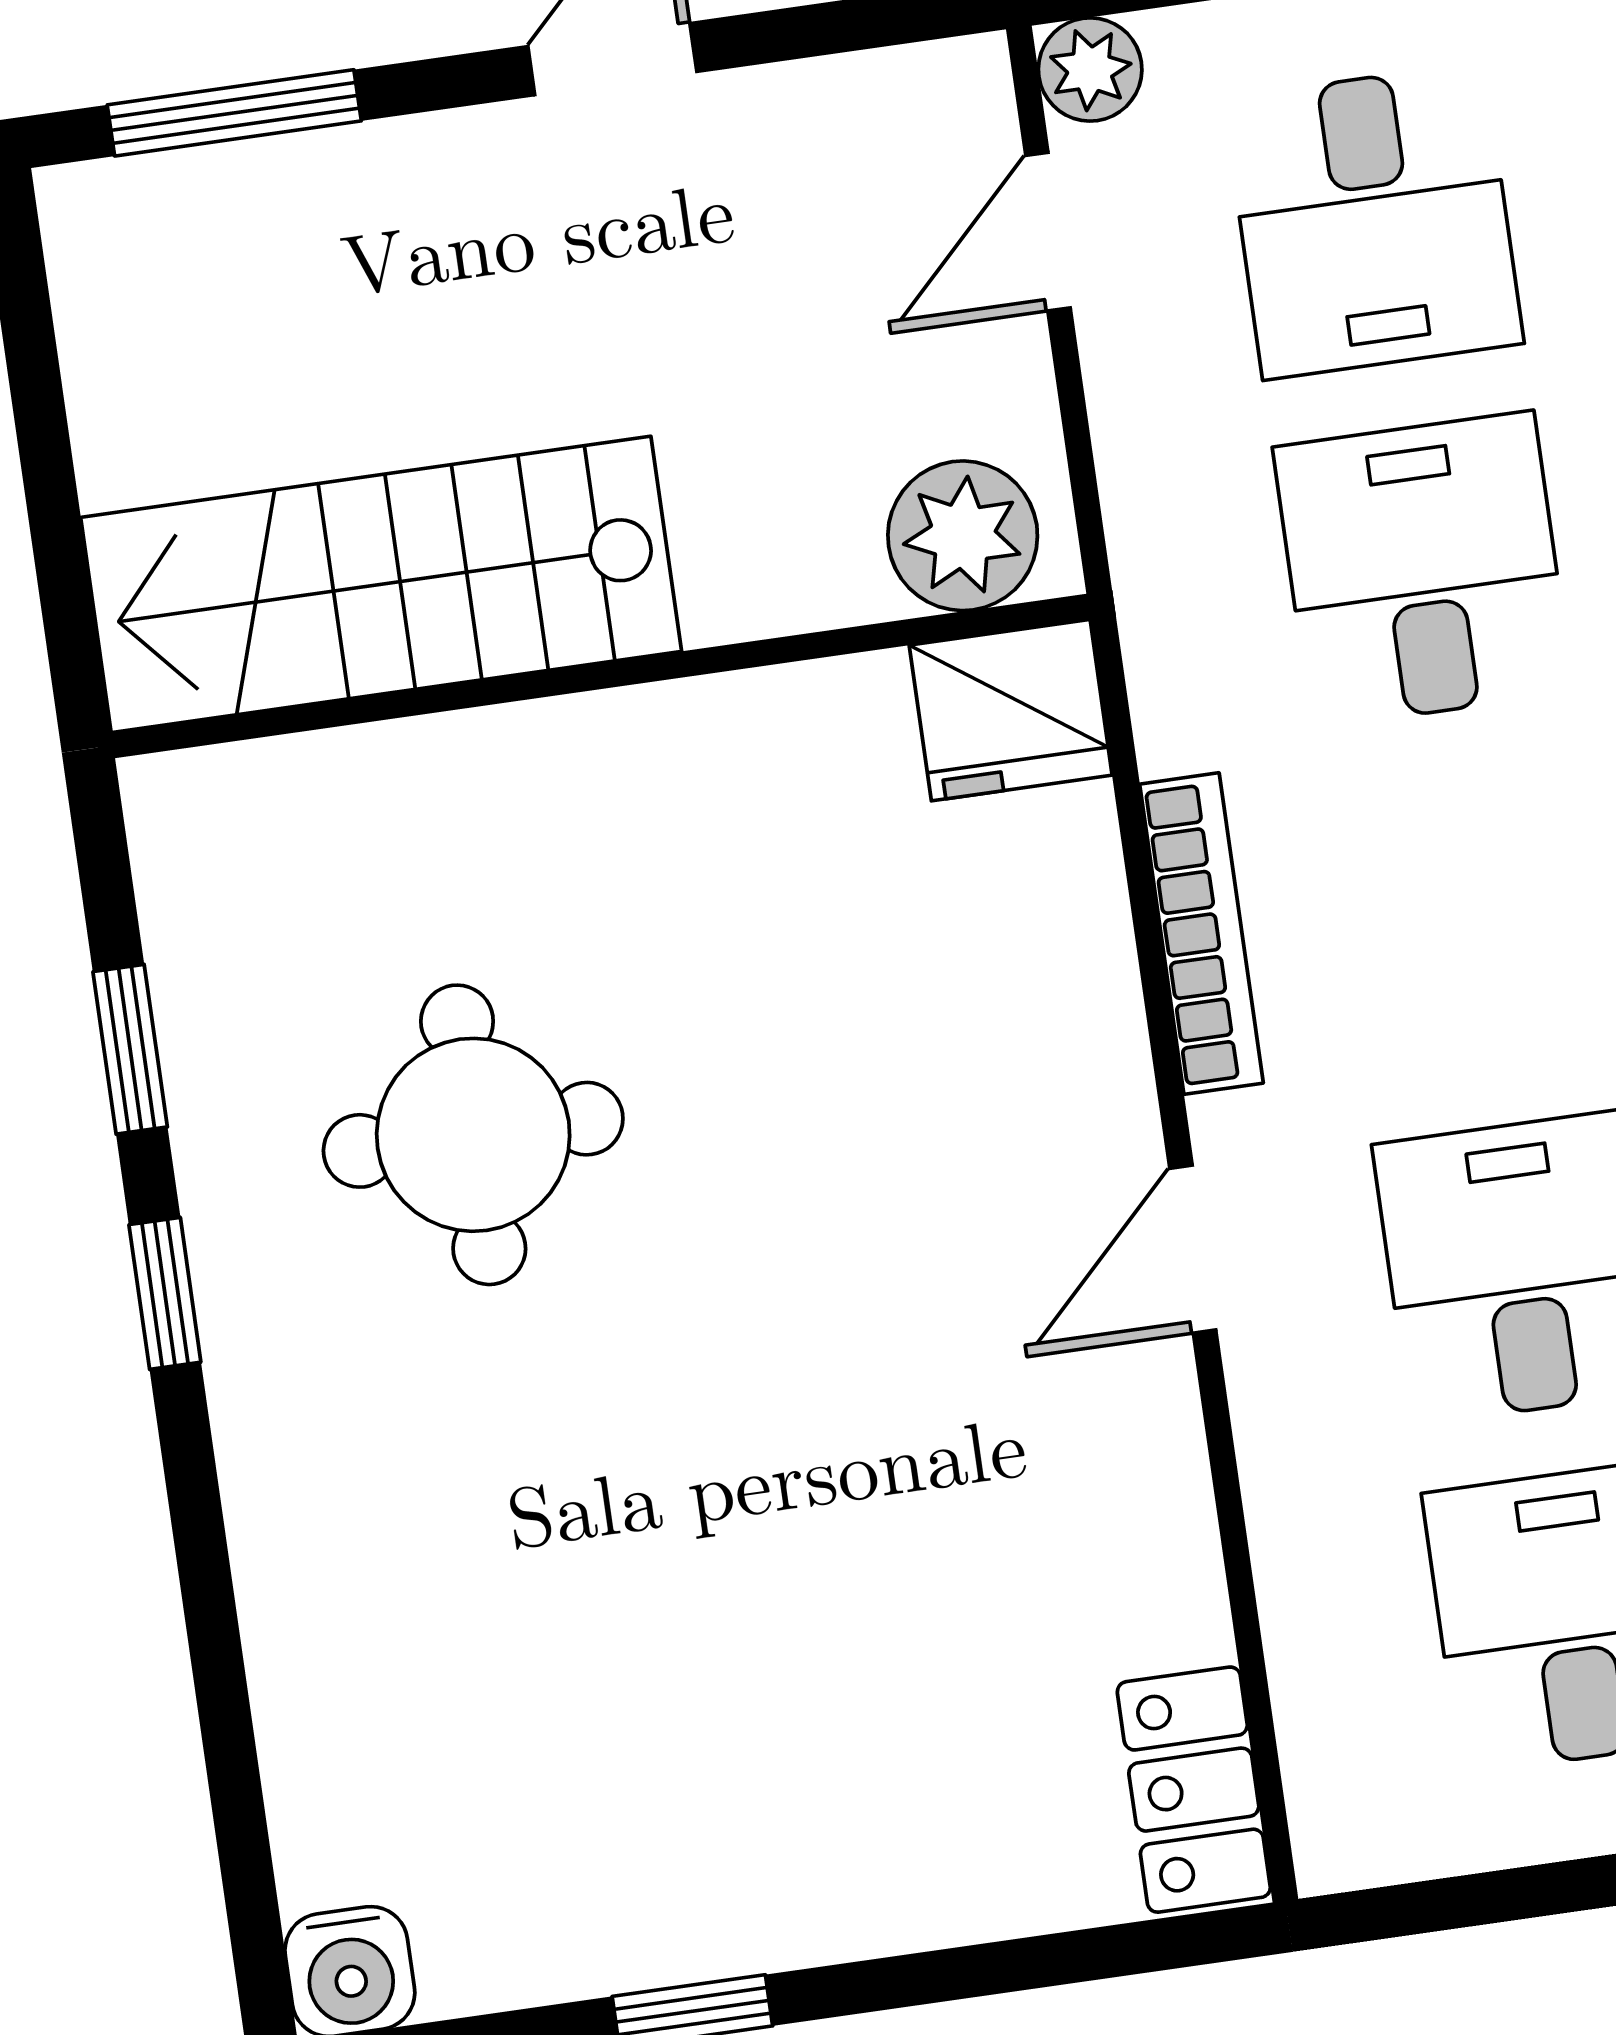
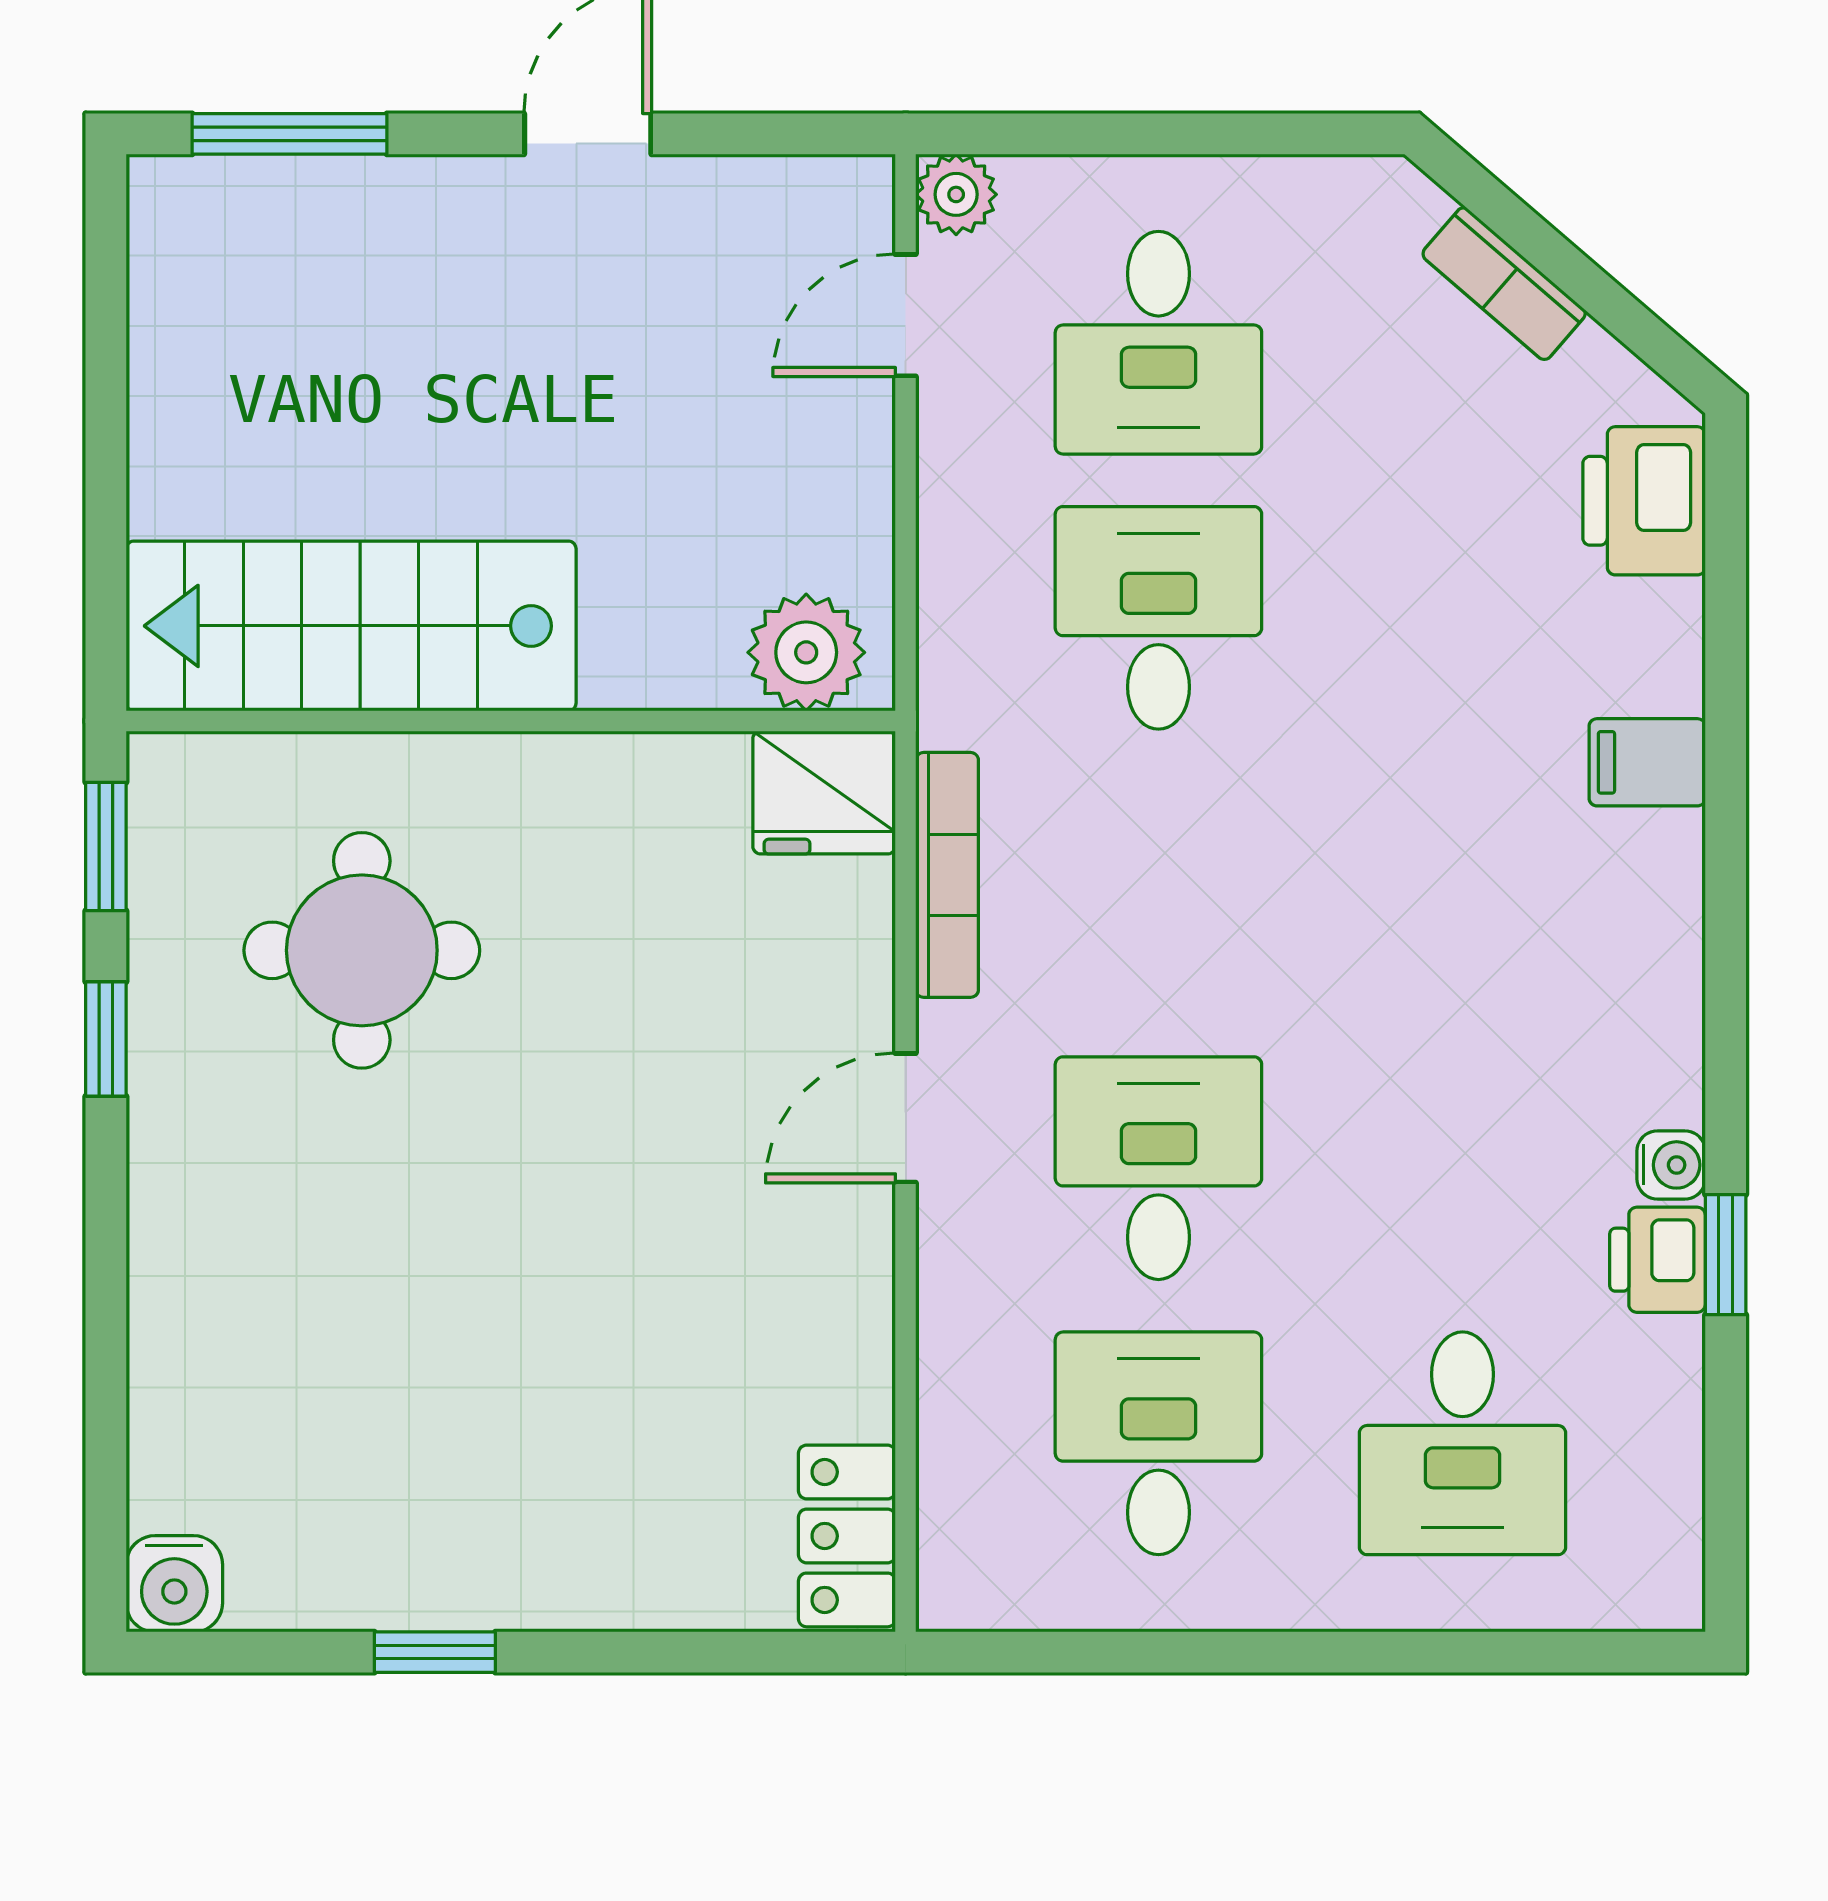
plant: (963, 536) -> (806, 652), moved
stairs: (381, 584) -> (351, 626), moved
wall: (601, 676) -> (511, 721), moved
fridge: (1011, 710) -> (824, 793), moved

